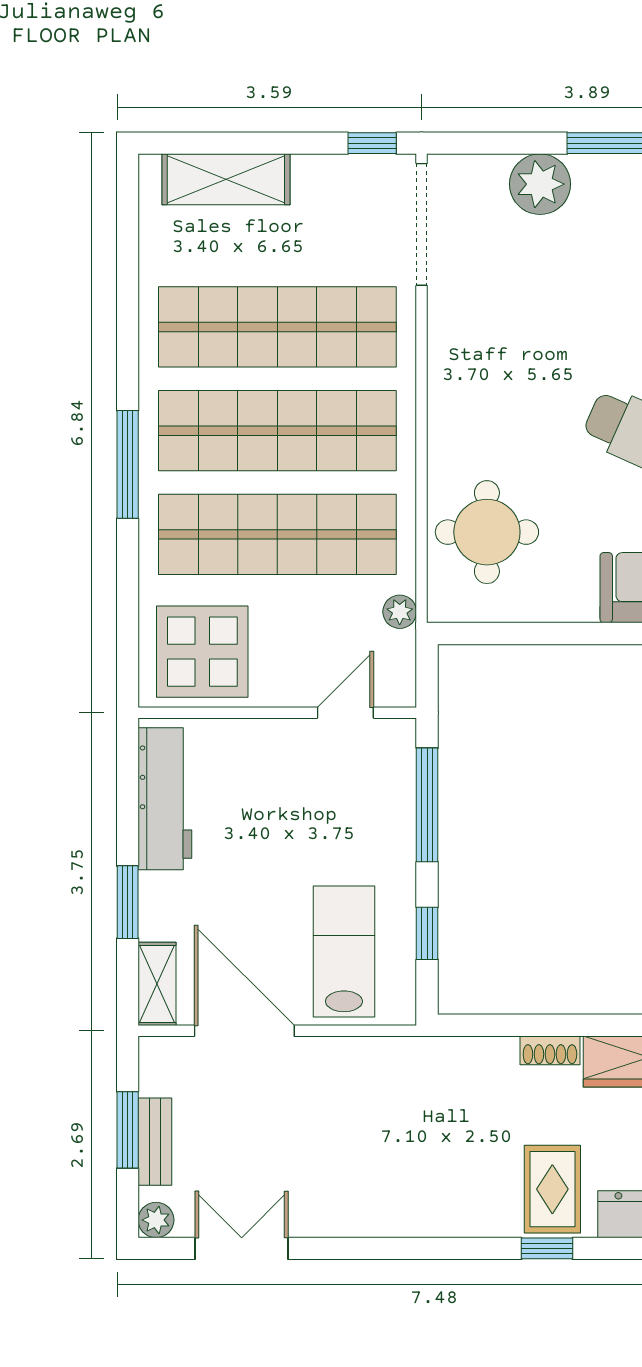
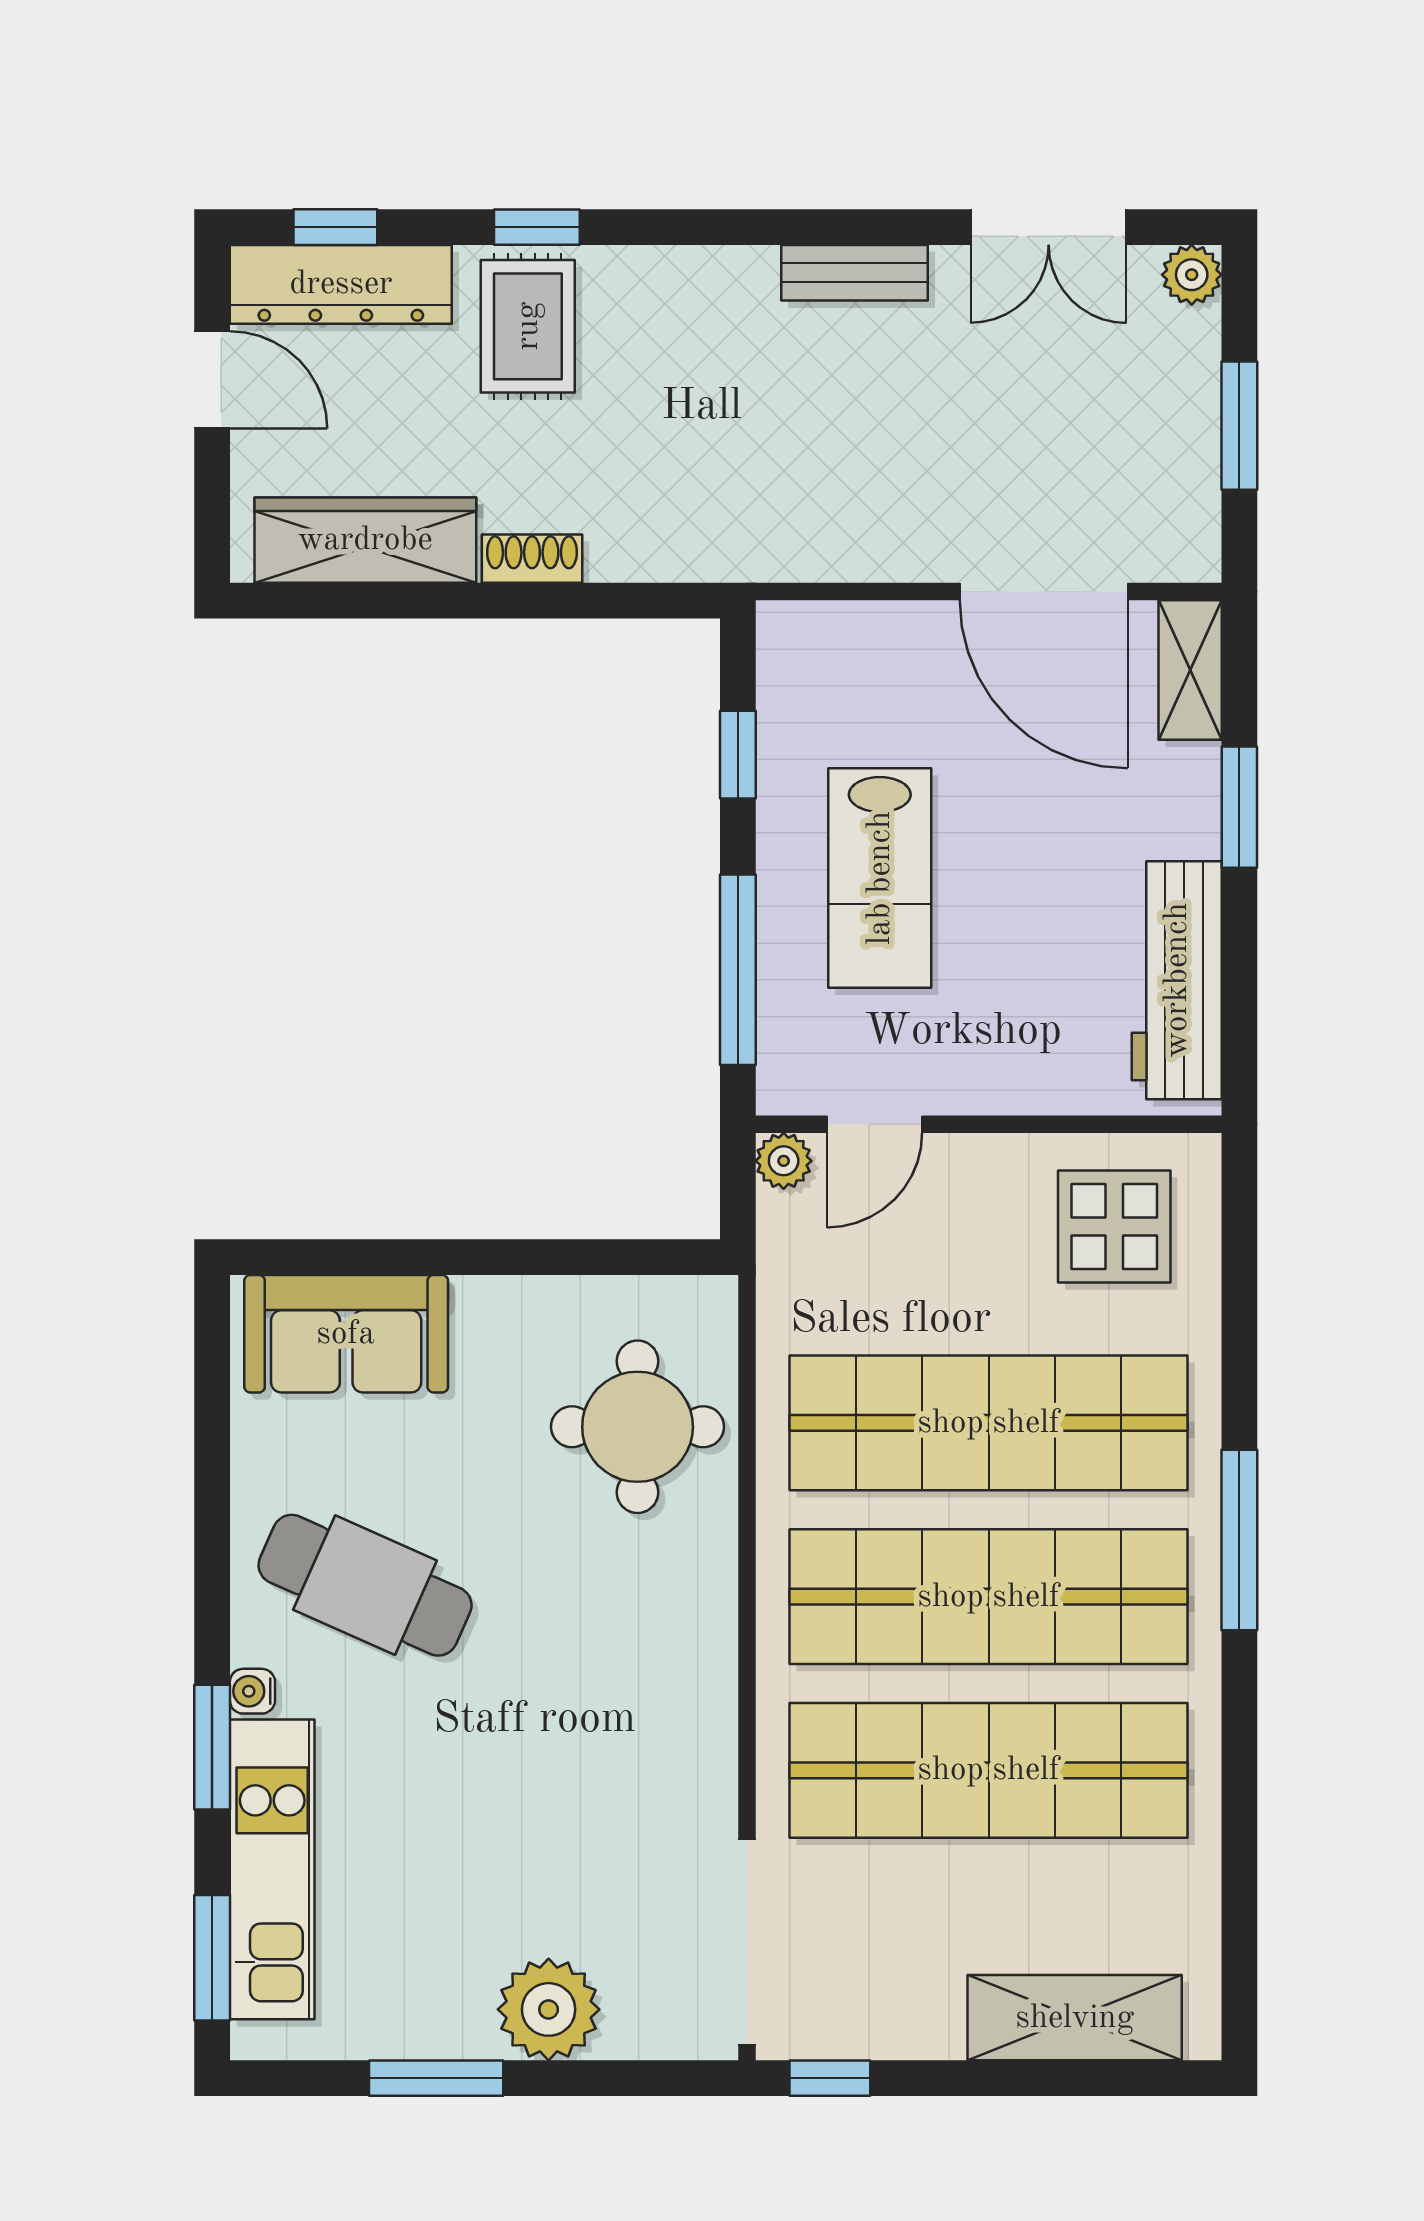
plant: (400, 612) -> (784, 1161), moved
display table: (202, 652) -> (1114, 1227), width x0.73, depth x0.73
lab bench: (344, 951) -> (880, 878), moved
bench: (155, 1142) -> (855, 273), moved, turned 90

